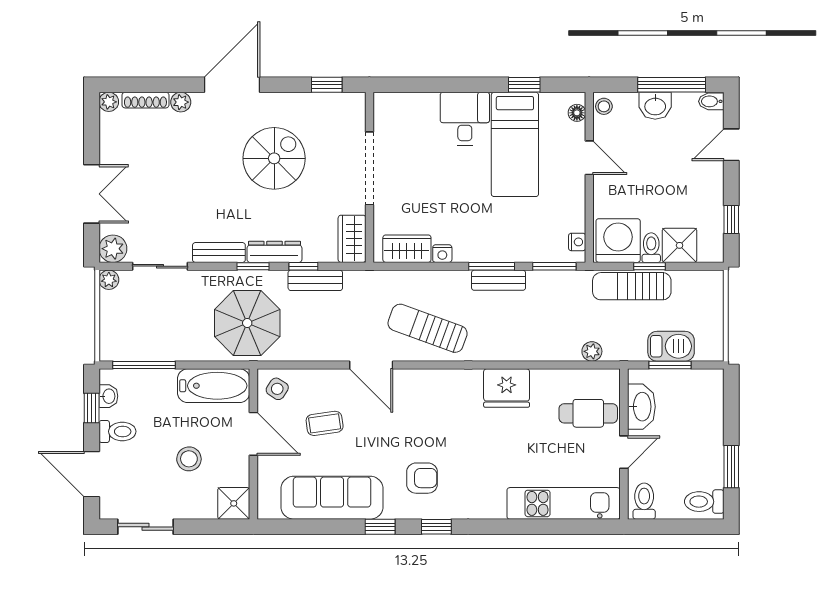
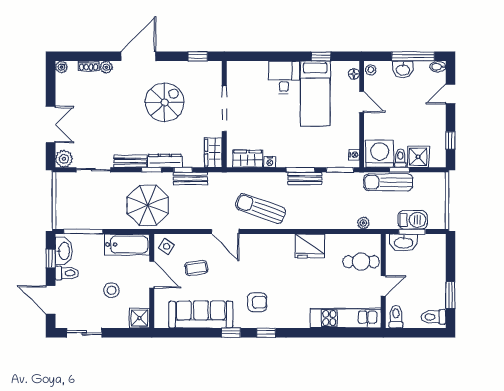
shoe rack: (145, 100) -> (89, 66), width x0.70
plant: (109, 280) -> (61, 178), removed
washbasin: (108, 396) -> (64, 251), width x1.91, depth x1.45
washbasin: (641, 407) -> (404, 243), moved, turned 90

